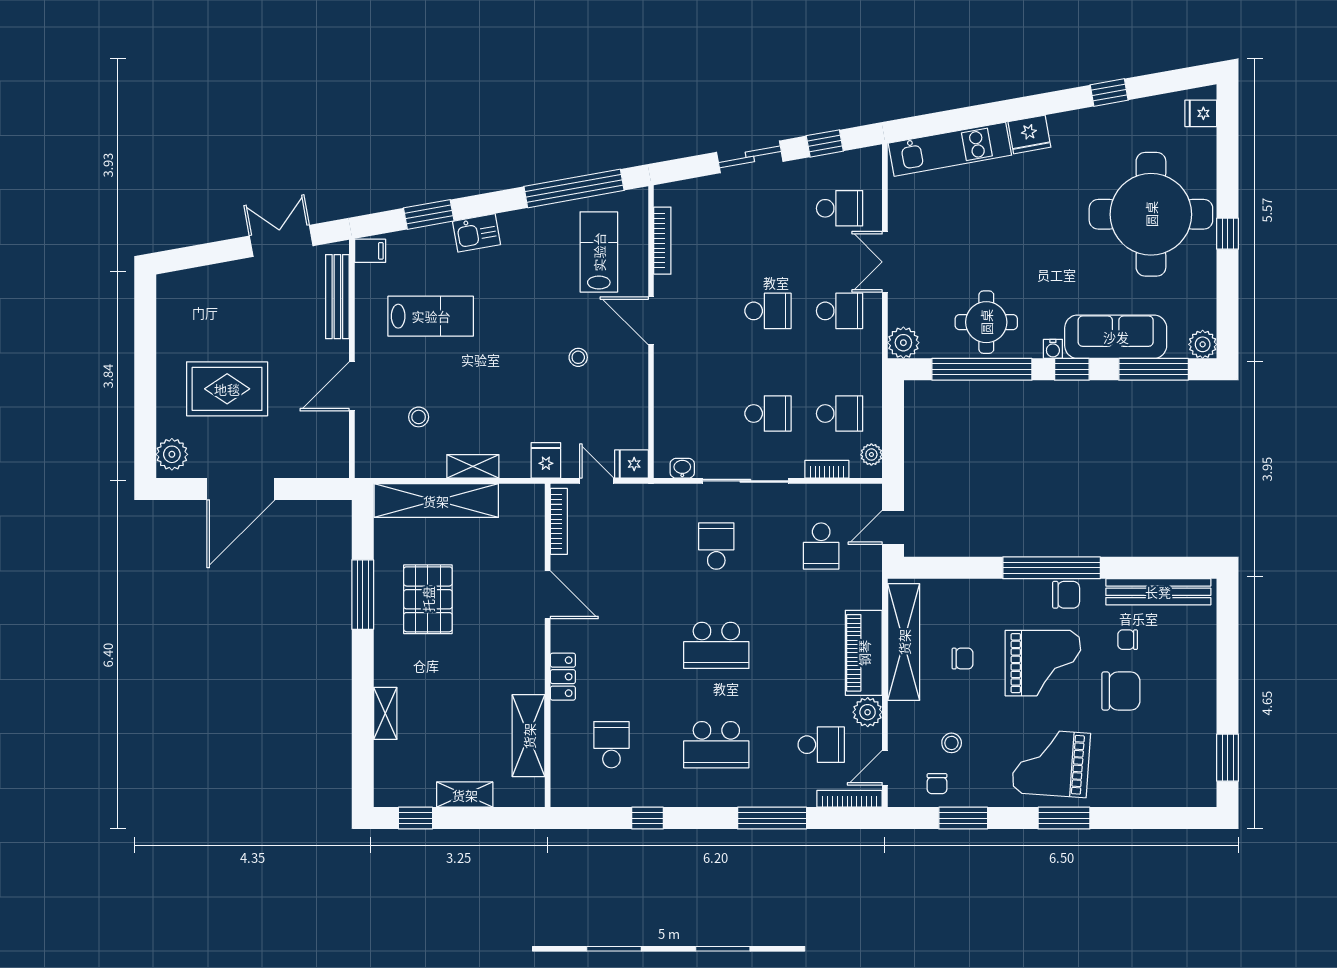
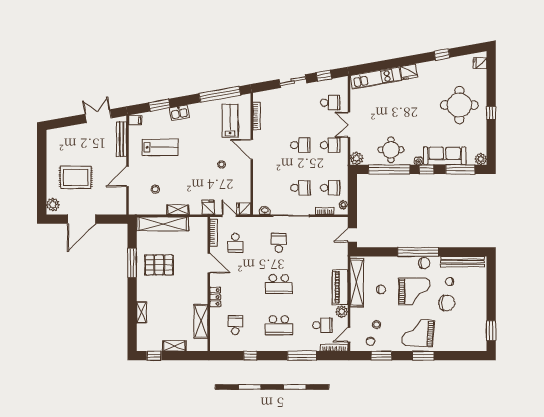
round table: (1151, 214) -> (459, 105), width x0.73, depth x0.73
school desk: (821, 546) -> (235, 243), moved
pallet: (428, 599) -> (159, 265), turned 90

